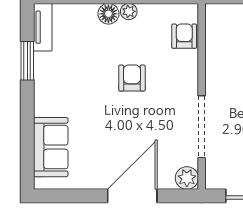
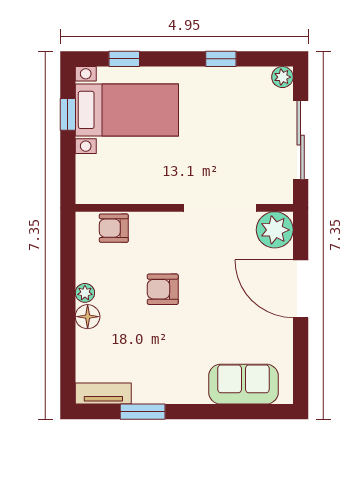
plant: (187, 178) -> (275, 230), width x1.36, depth x1.36

